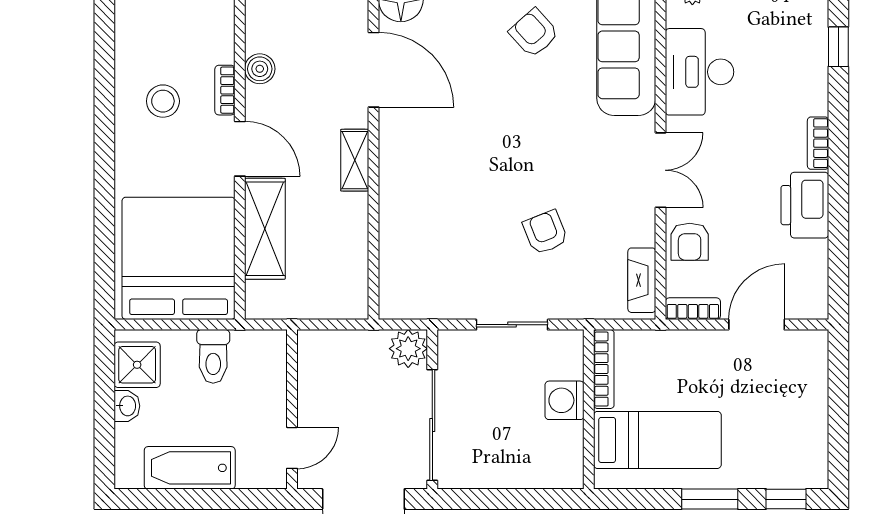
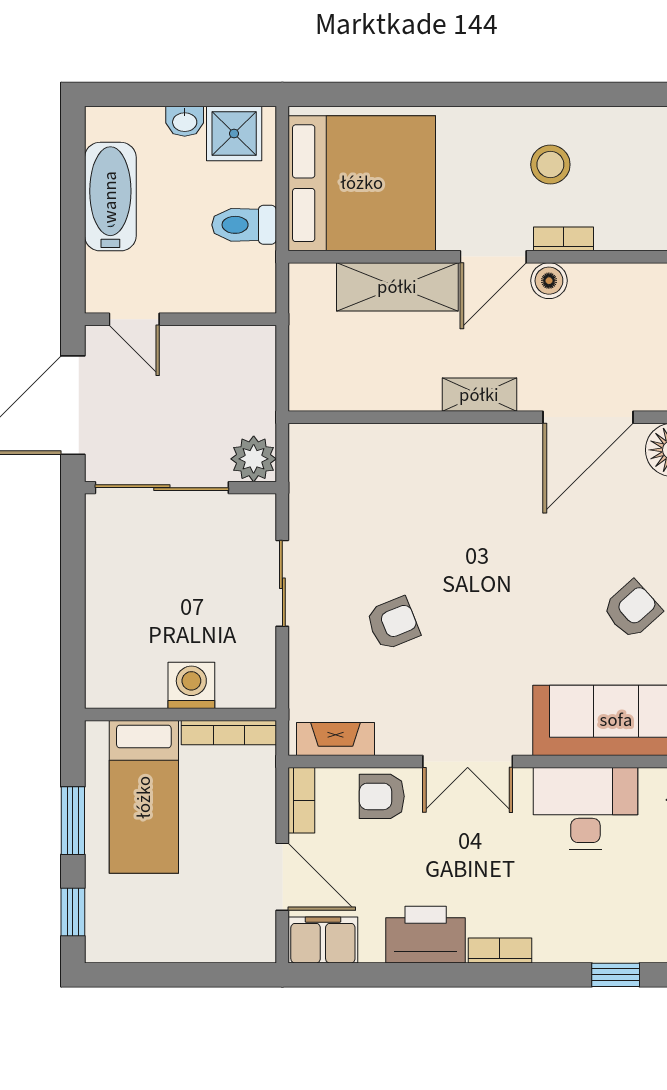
boiler: (260, 69) -> (549, 281), moved
filing cabinet: (809, 291) -> (323, 940), added
bookcase: (604, 369) -> (229, 733), moved
washing machine: (565, 400) -> (191, 685), moved
wall: (589, 409) -> (181, 715), moved
bed: (657, 440) -> (144, 797), moved

